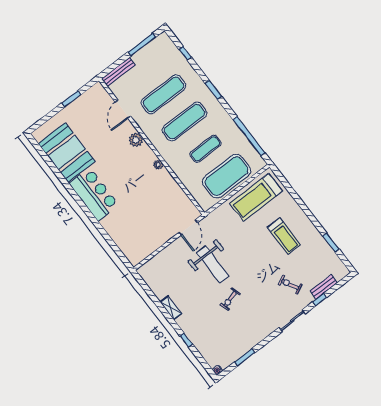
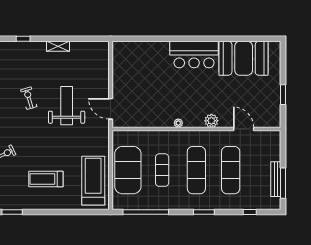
bench: (118, 72) -> (276, 179), moved
weight bench: (213, 264) -> (67, 106), turned 90

